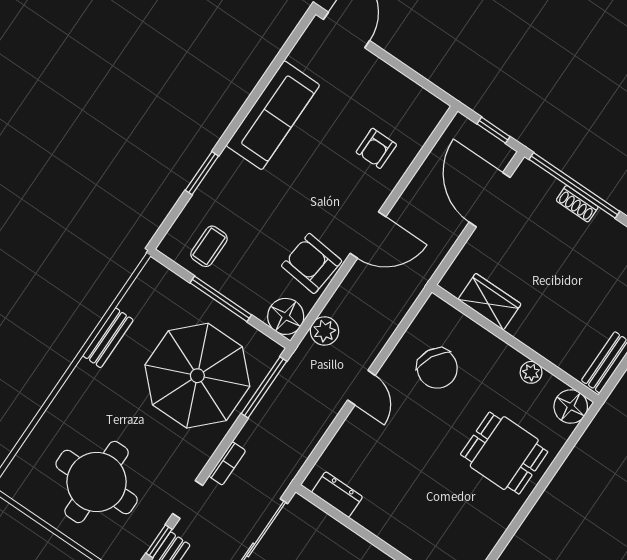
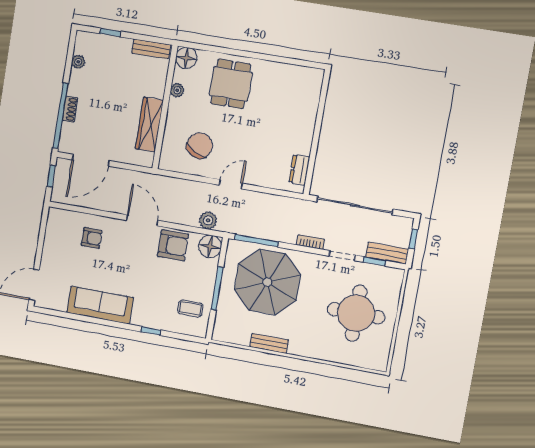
window: (202, 173) -> (151, 331), width x0.67
armchair: (312, 263) -> (173, 245), turned -96
wardrobe: (489, 302) -> (149, 125), width x1.50

